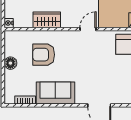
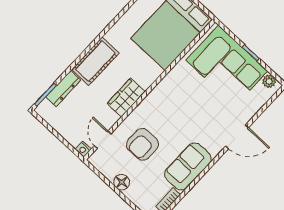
wardrobe: (47, 20) -> (126, 98), moved
door: (88, 29) -> (103, 140), moved

